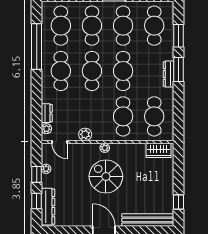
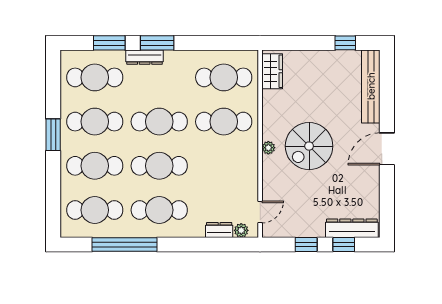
dresser: (168, 74) -> (145, 57), moved
plant: (85, 134) -> (249, 175), removed
plant: (46, 169) -> (298, 231), removed

